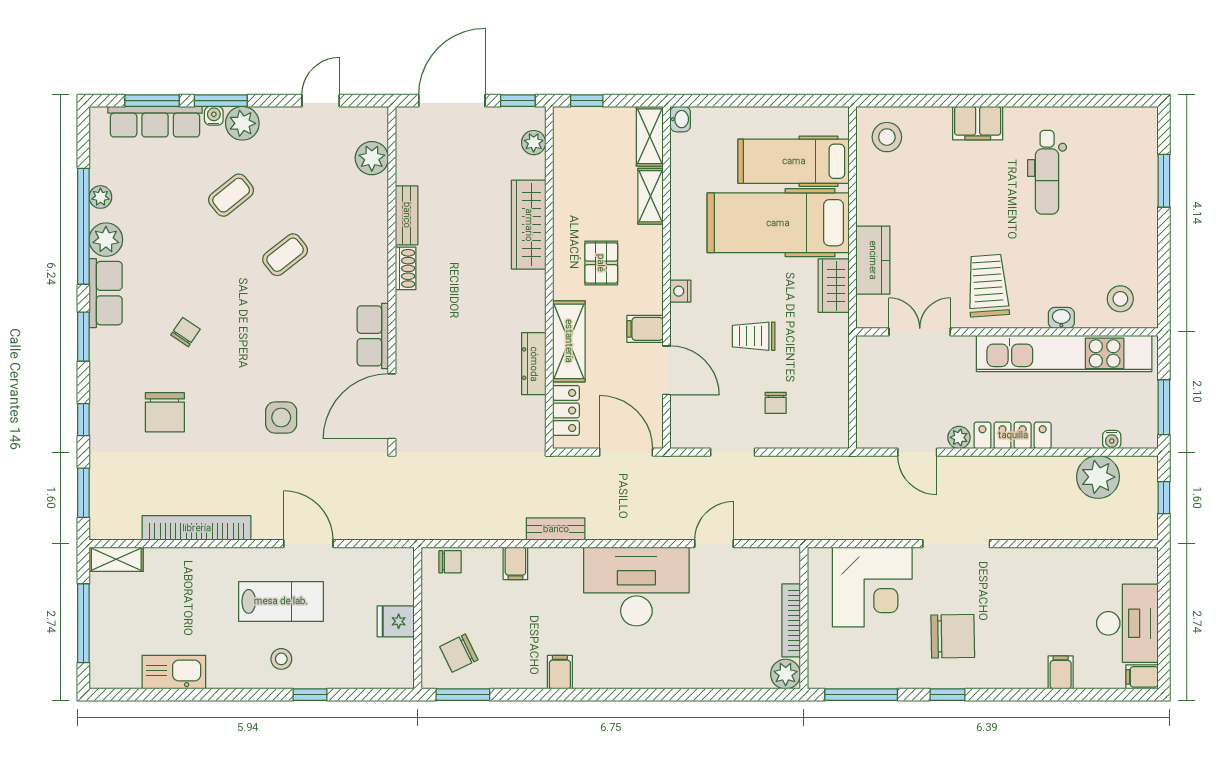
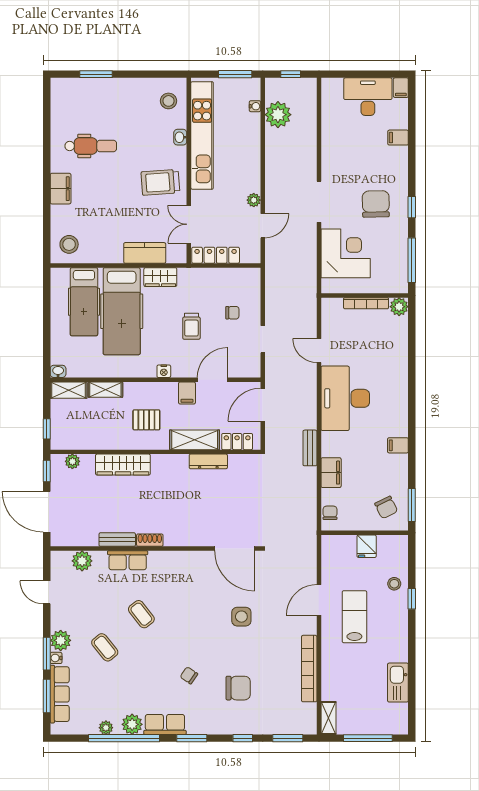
row of seats: (373, 336) -> (128, 560), moved
locker: (1013, 435) -> (216, 255), moved, turned 90
filing cabinet: (515, 563) -> (331, 473), width x2.00
stool: (281, 659) -> (394, 584), moved

